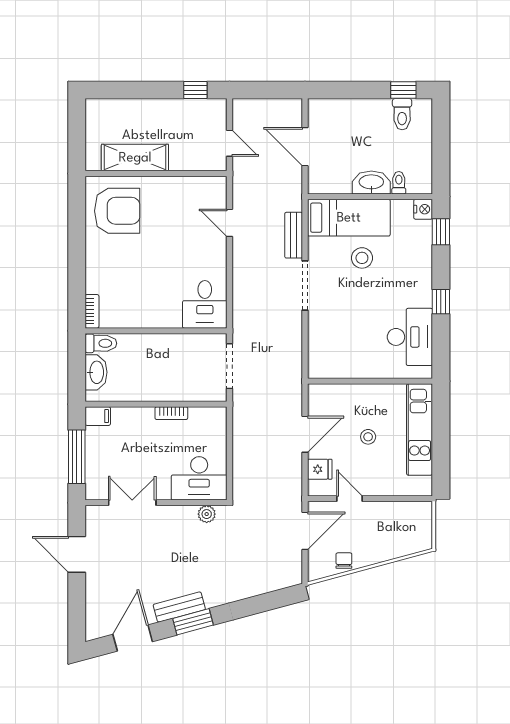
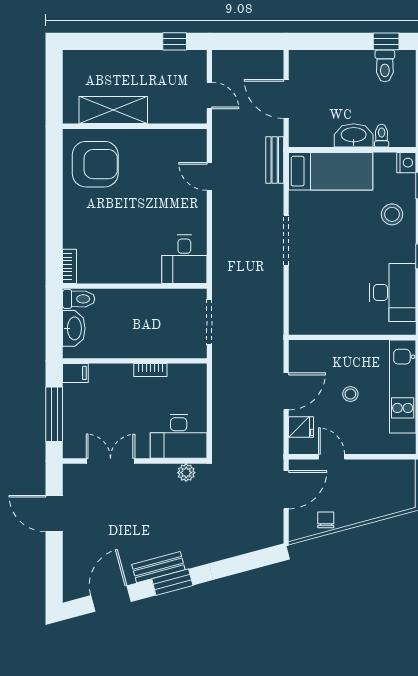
bench: (294, 235) -> (275, 160), moved
stool: (362, 258) -> (392, 214), moved

